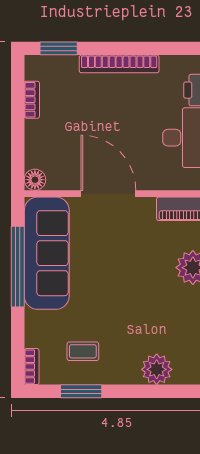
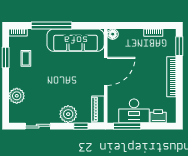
window: (18, 267) -> (51, 25), moved

